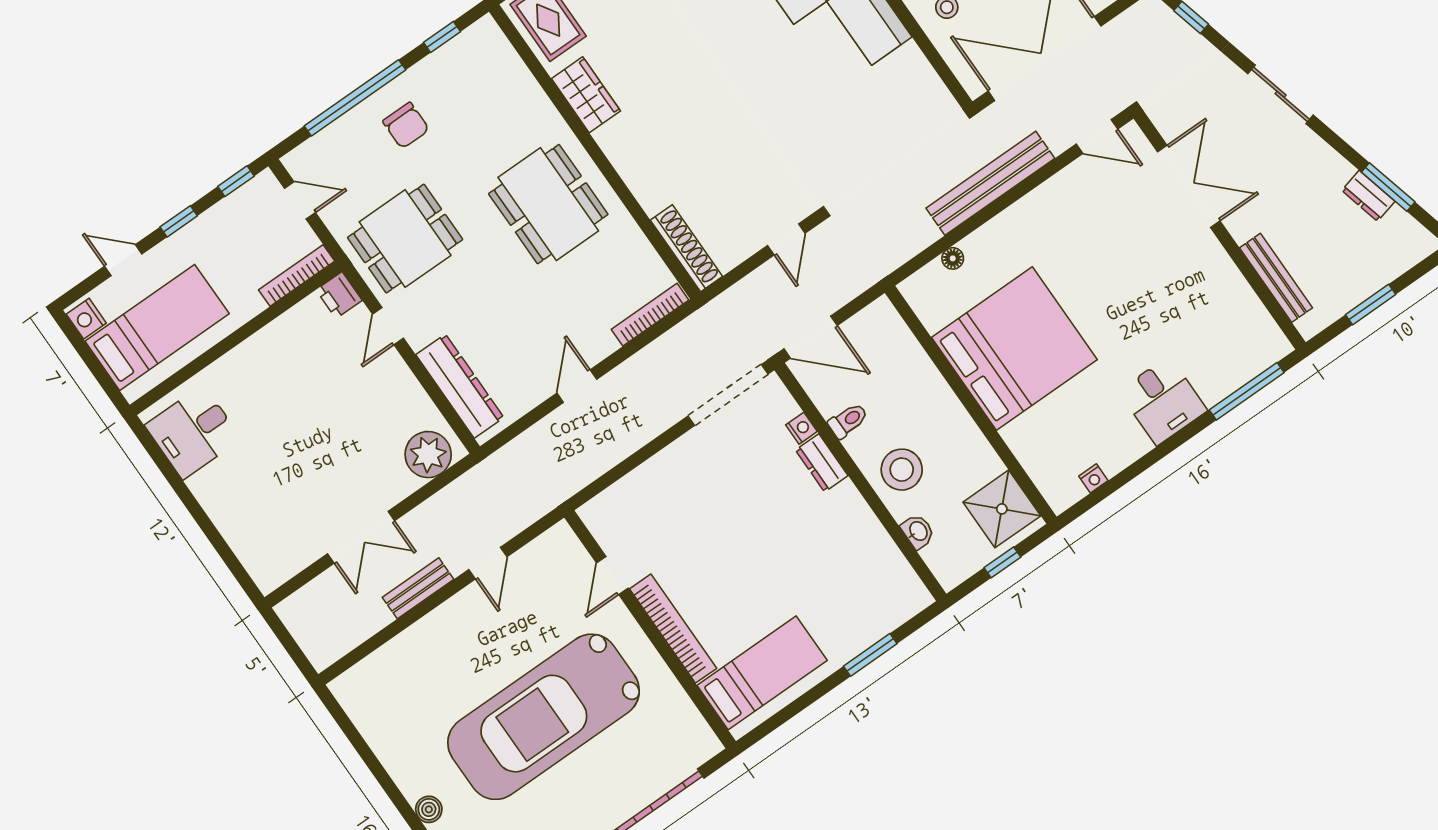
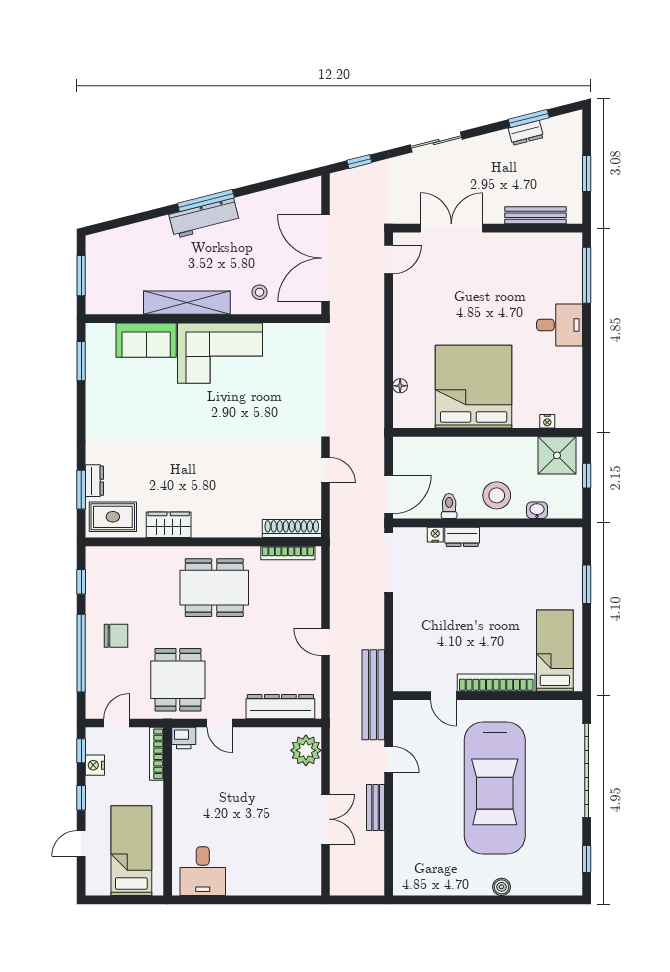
bench: (990, 183) -> (373, 695), moved
bookcase: (650, 315) -> (288, 553), moved, turned -90
nightstand: (86, 319) -> (95, 765), moved, turned 90
nightstand: (1093, 478) -> (547, 421), moved, turned 90

